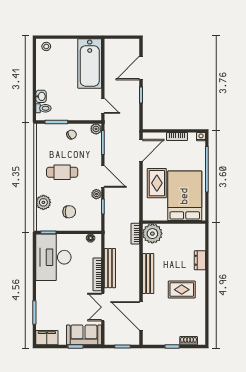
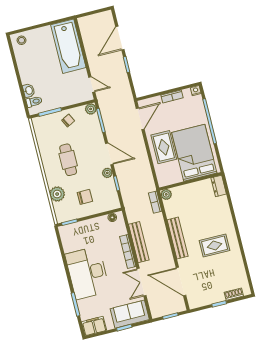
cafe table: (62, 172) -> (68, 160), turned 90
plant: (152, 234) -> (166, 194), width x0.53, depth x0.53
desk: (53, 257) -> (87, 273), moved
dresser: (200, 260) -> (219, 186), moved

